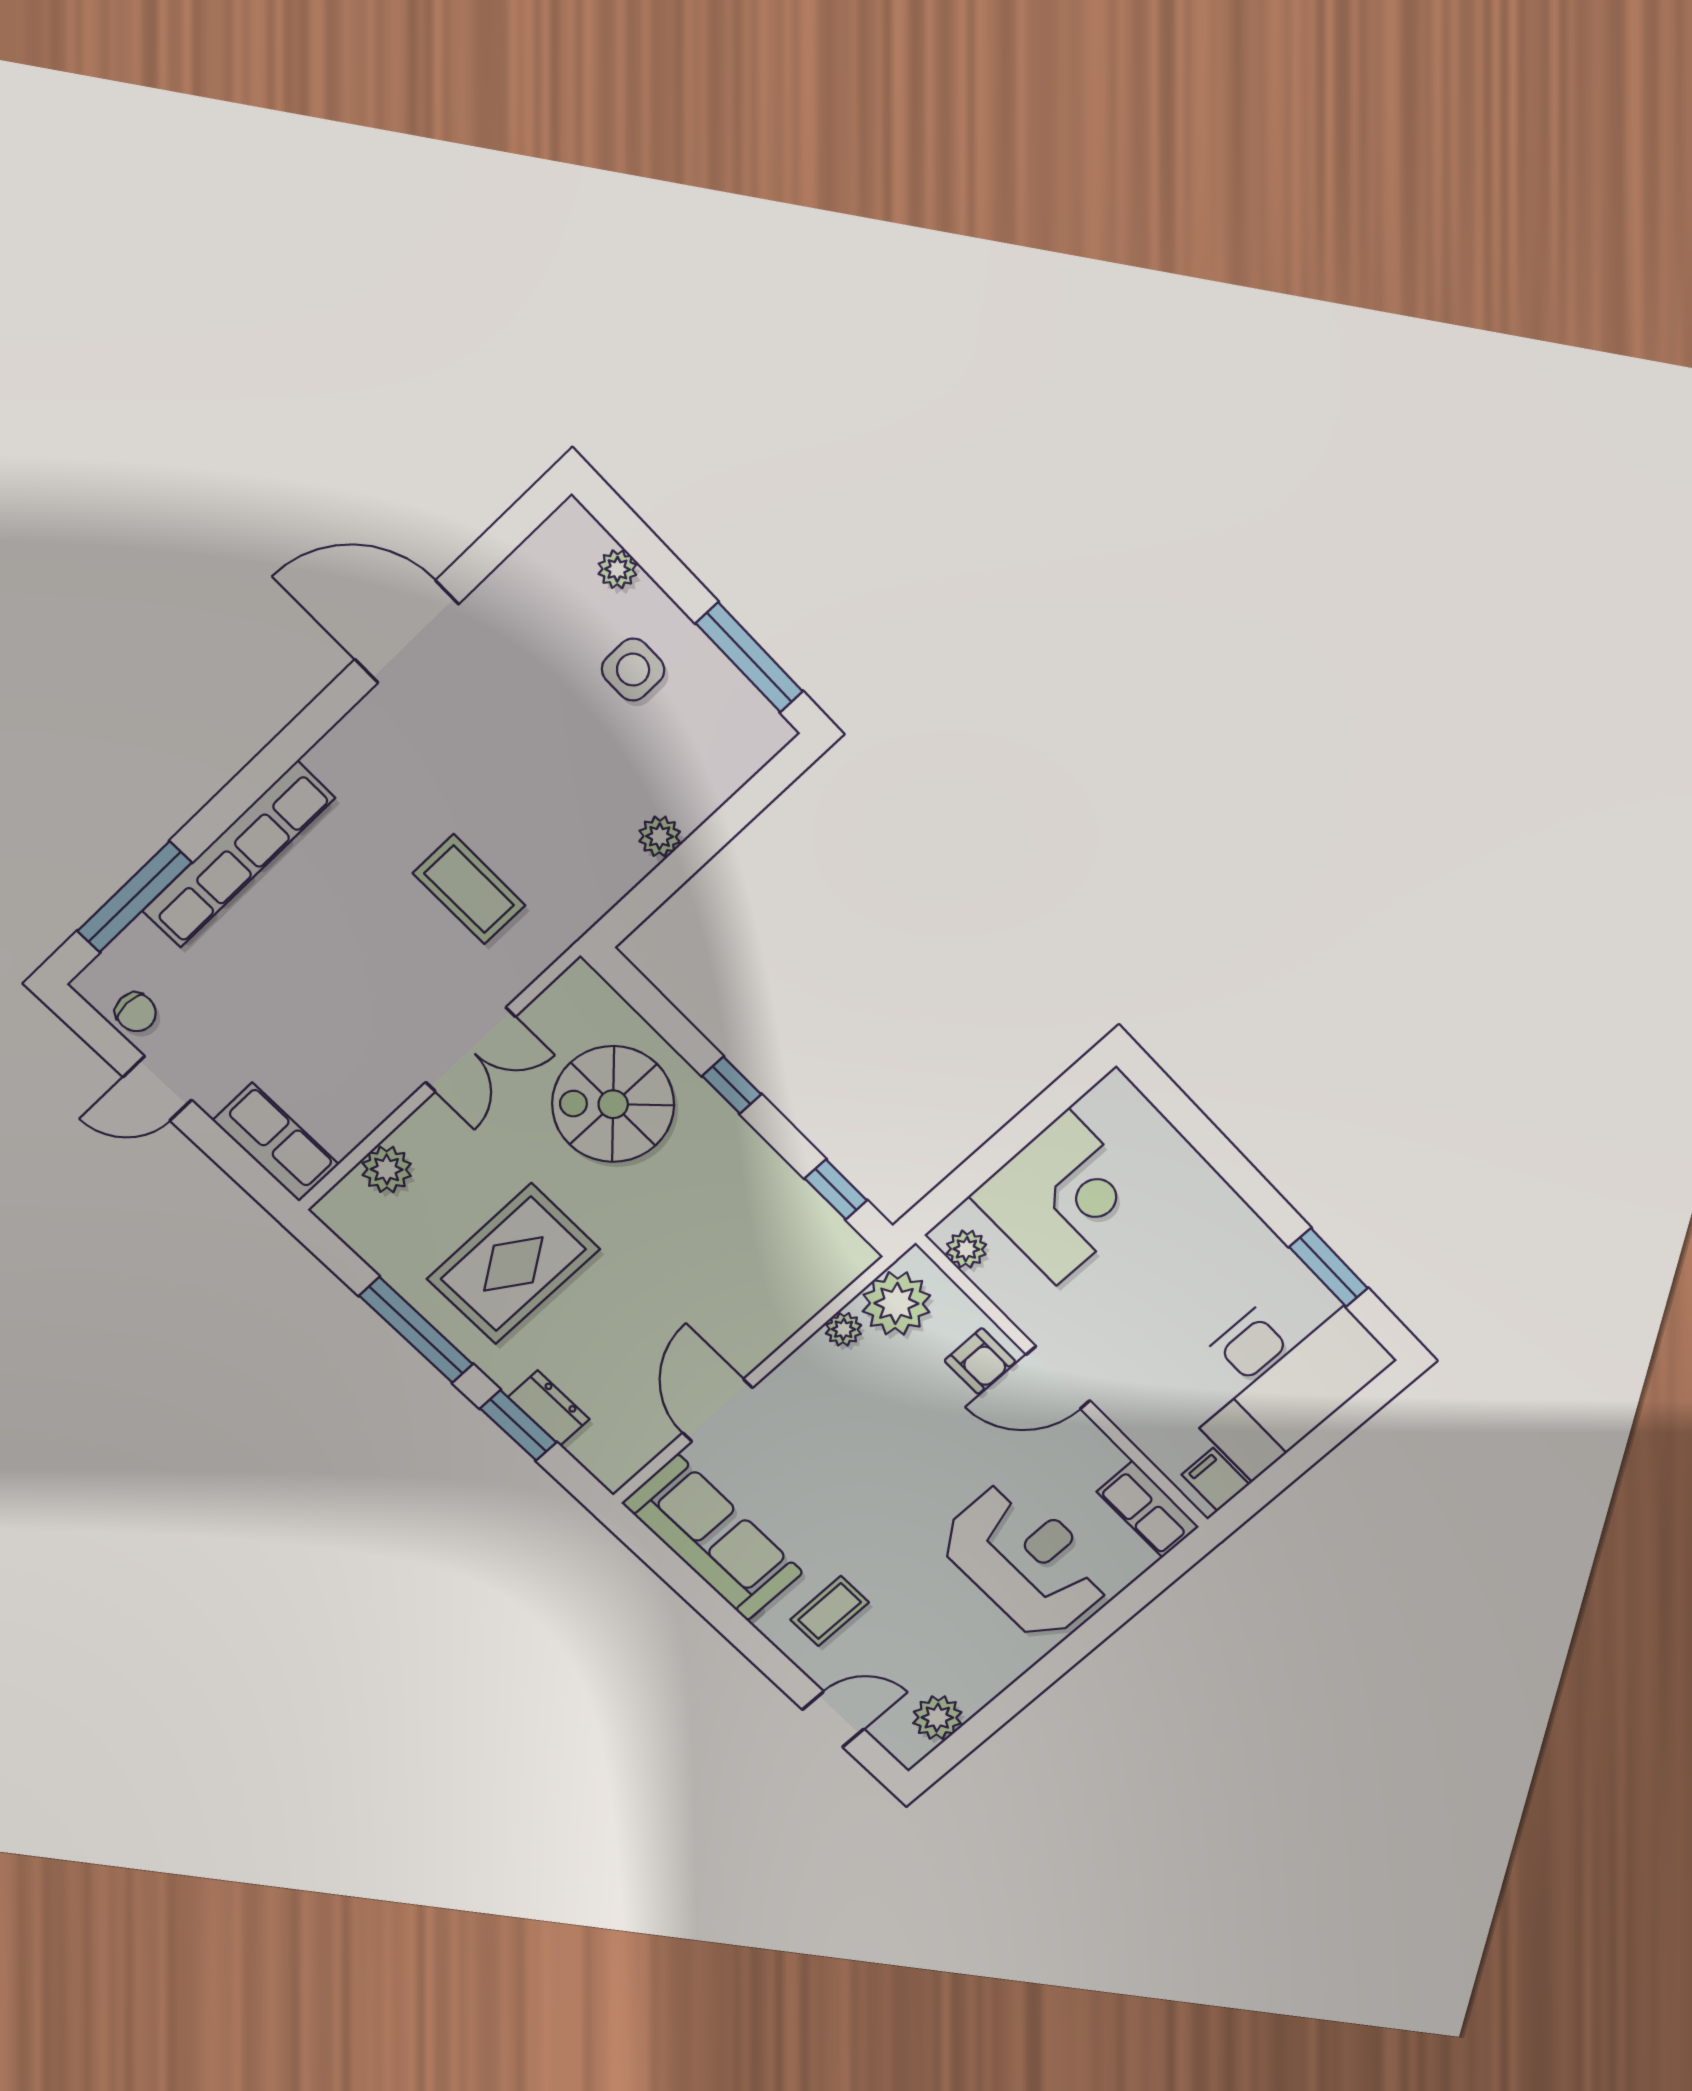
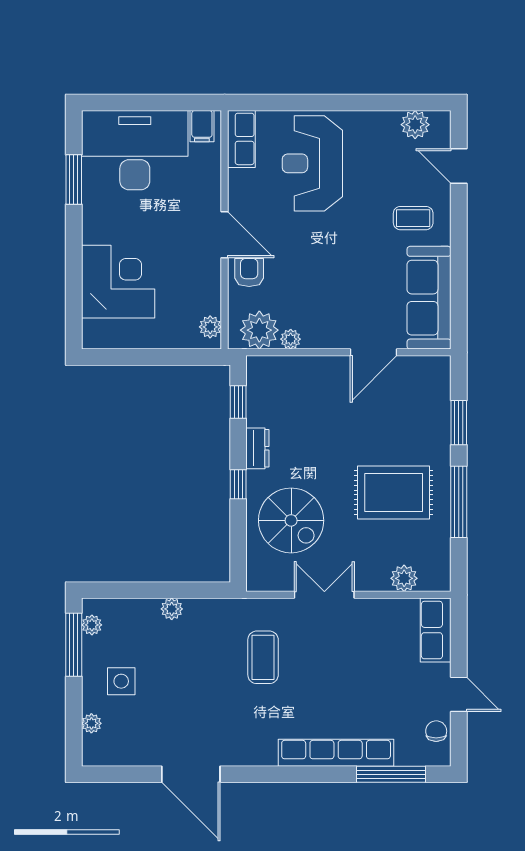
plant: (750, 709) -> (92, 625), added
corner desk: (1062, 1197) -> (118, 282), moved, turned 90
dresser: (549, 1408) -> (257, 448), moved, turned 180

